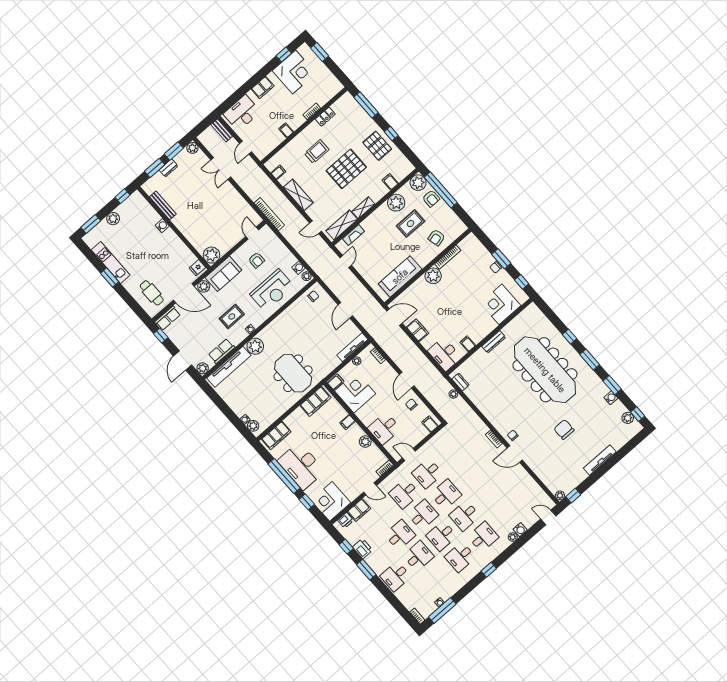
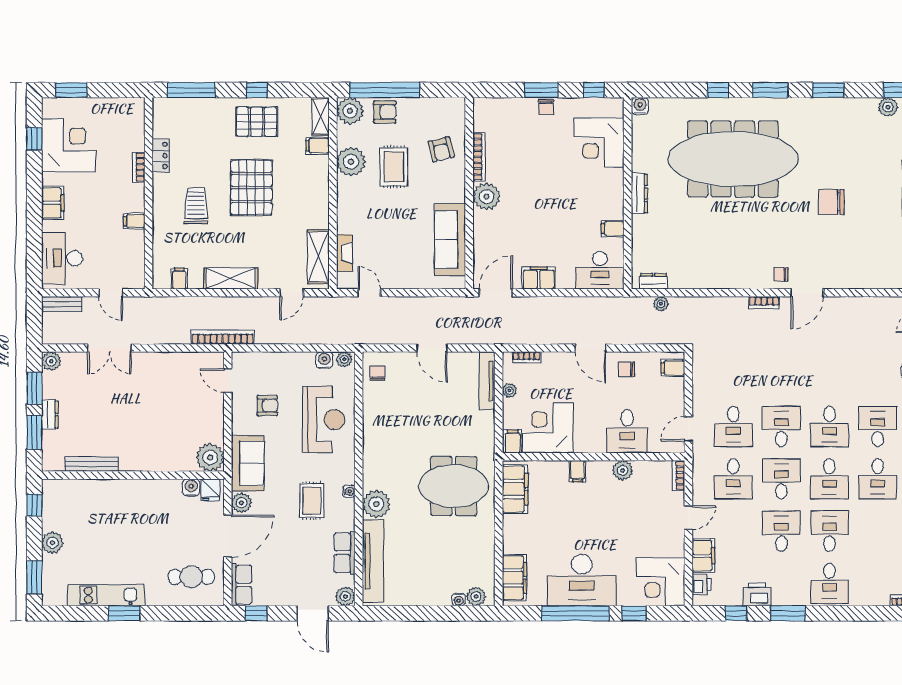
shelving: (363, 208) -> (321, 116), moved
water cooler: (162, 226) -> (191, 488), moved
water cooler: (611, 398) -> (640, 106), moved

